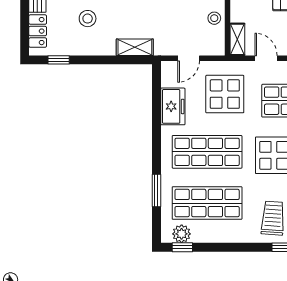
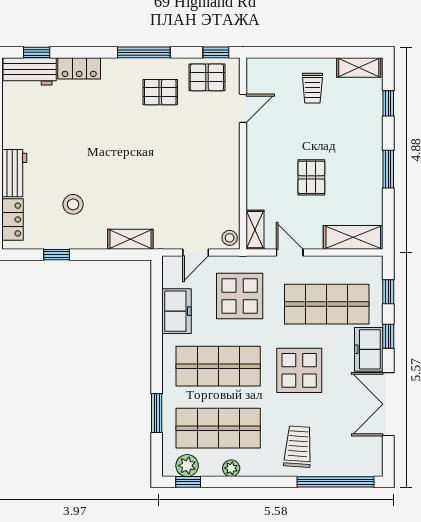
stool: (214, 18) -> (230, 238), moved
window: (59, 60) -> (57, 255), moved
plant: (218, 236) -> (231, 468), added

